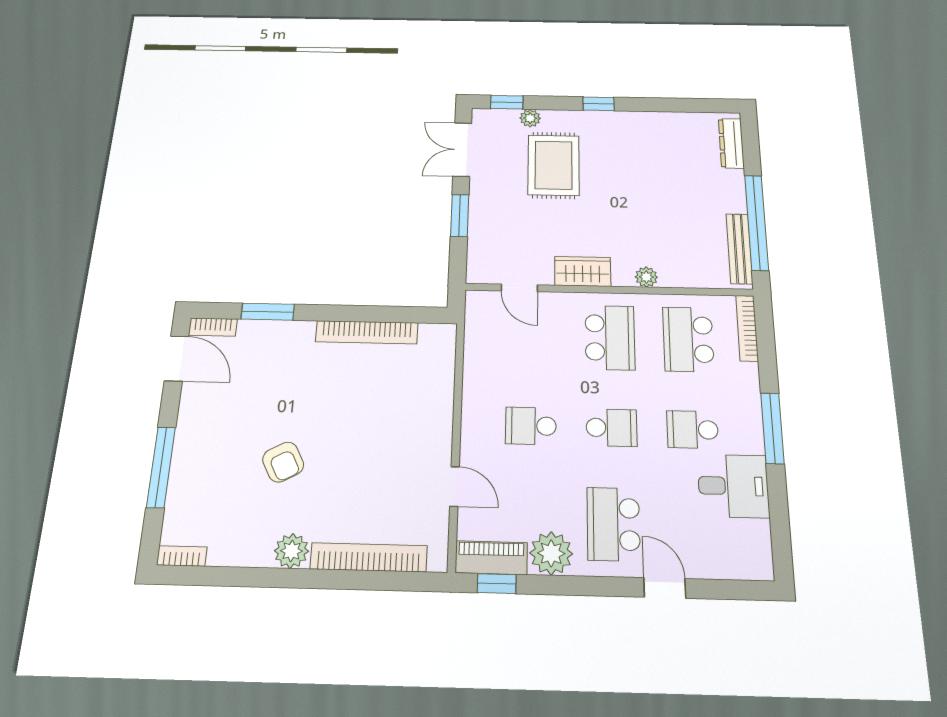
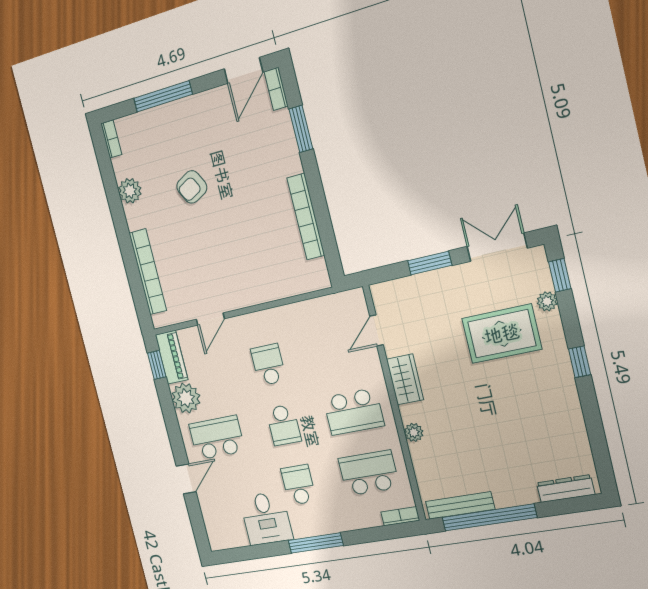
bookcase: (747, 328) -> (400, 516), width x0.64
plant: (291, 551) -> (130, 191), moved

